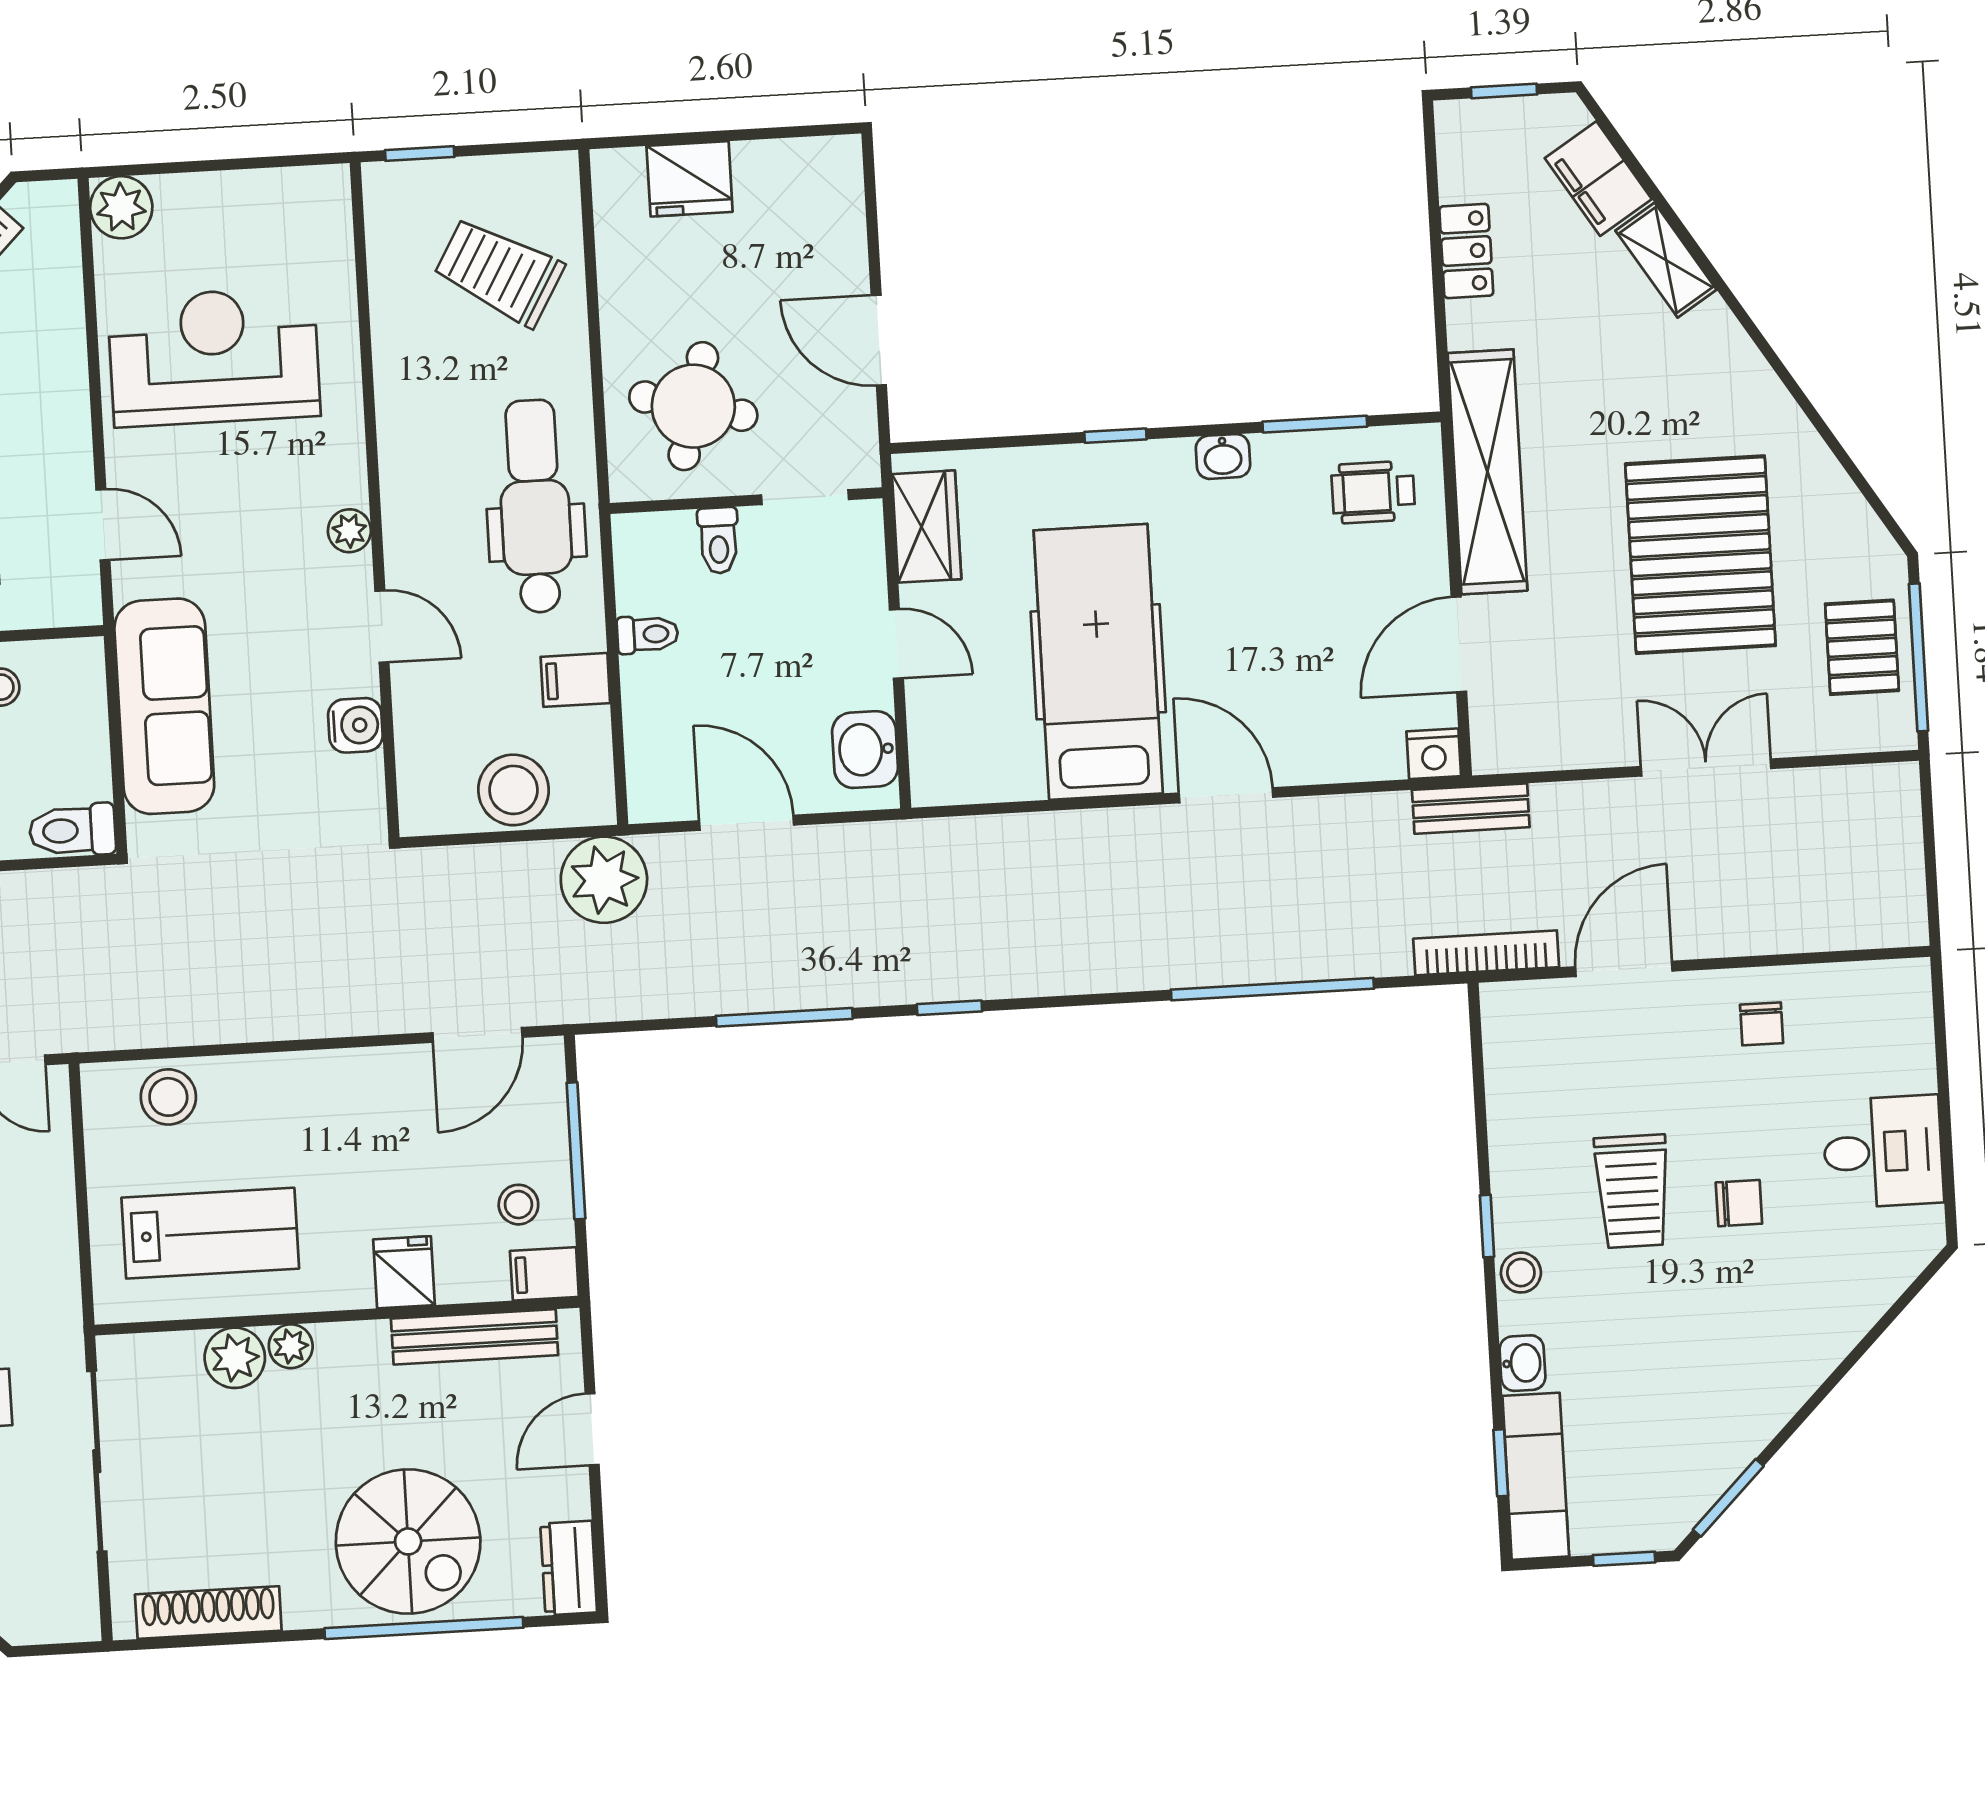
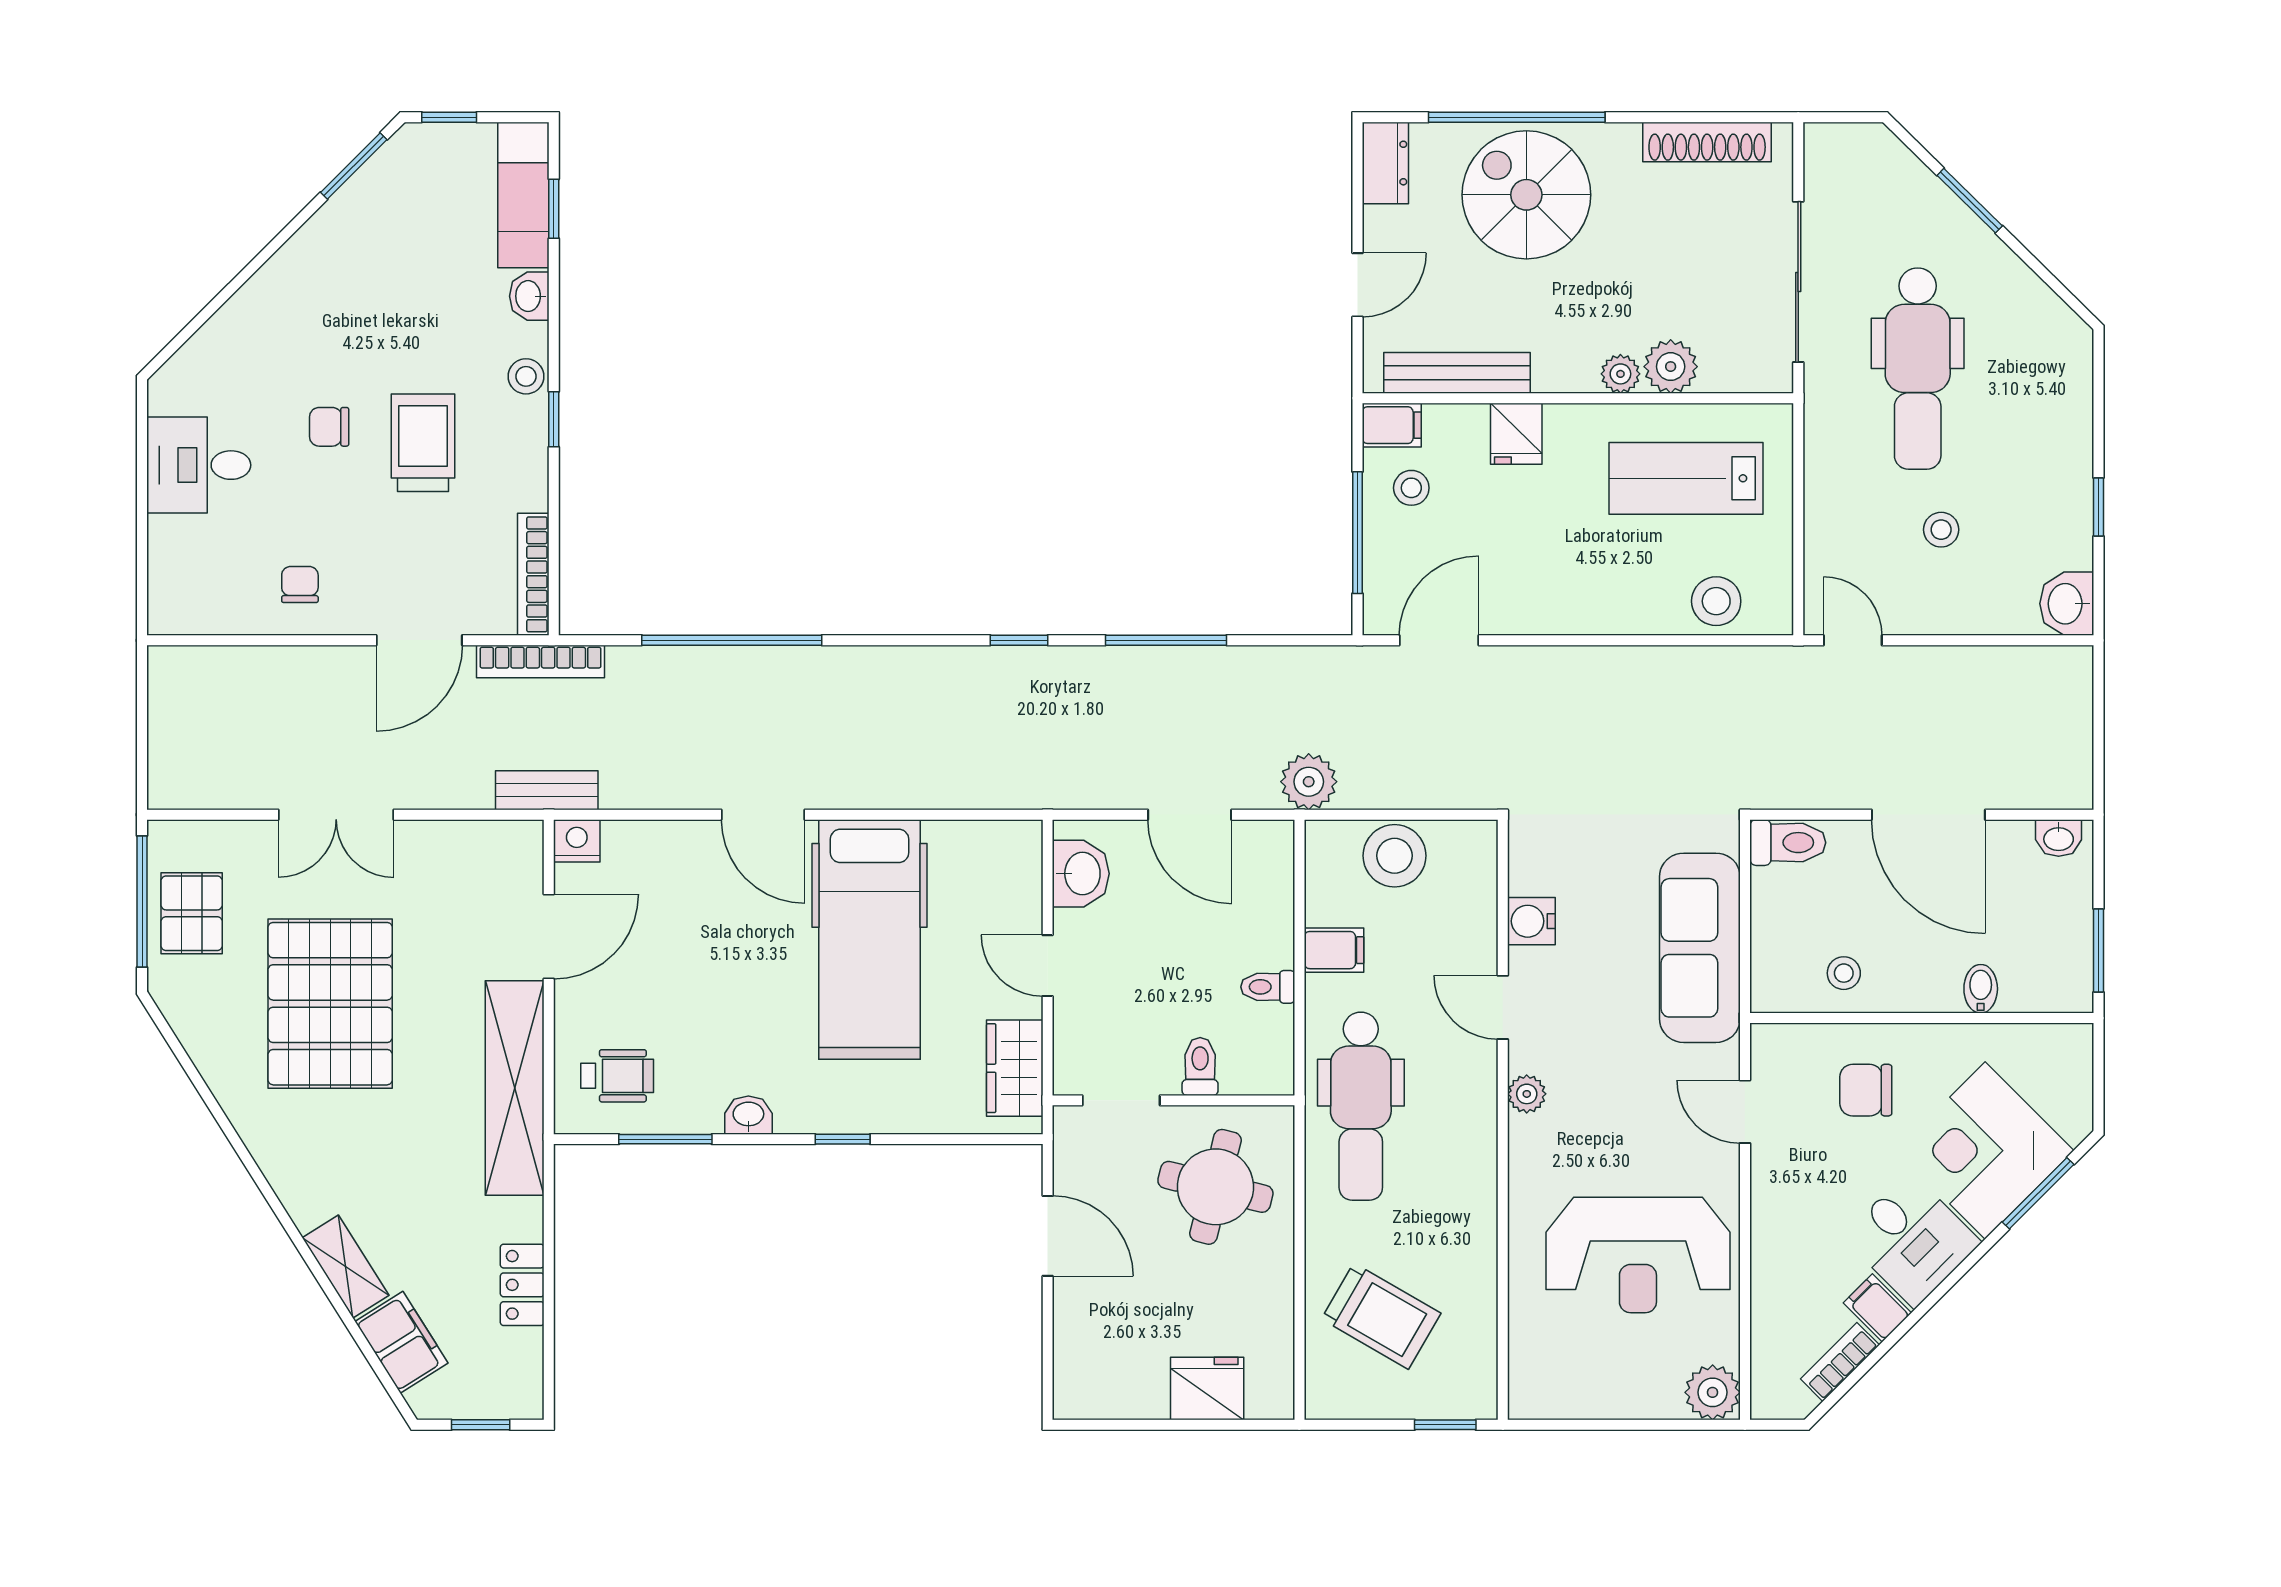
plant: (604, 880) -> (1309, 782), width x0.73, depth x0.73
bookcase: (1500, 1050) -> (533, 574), added

